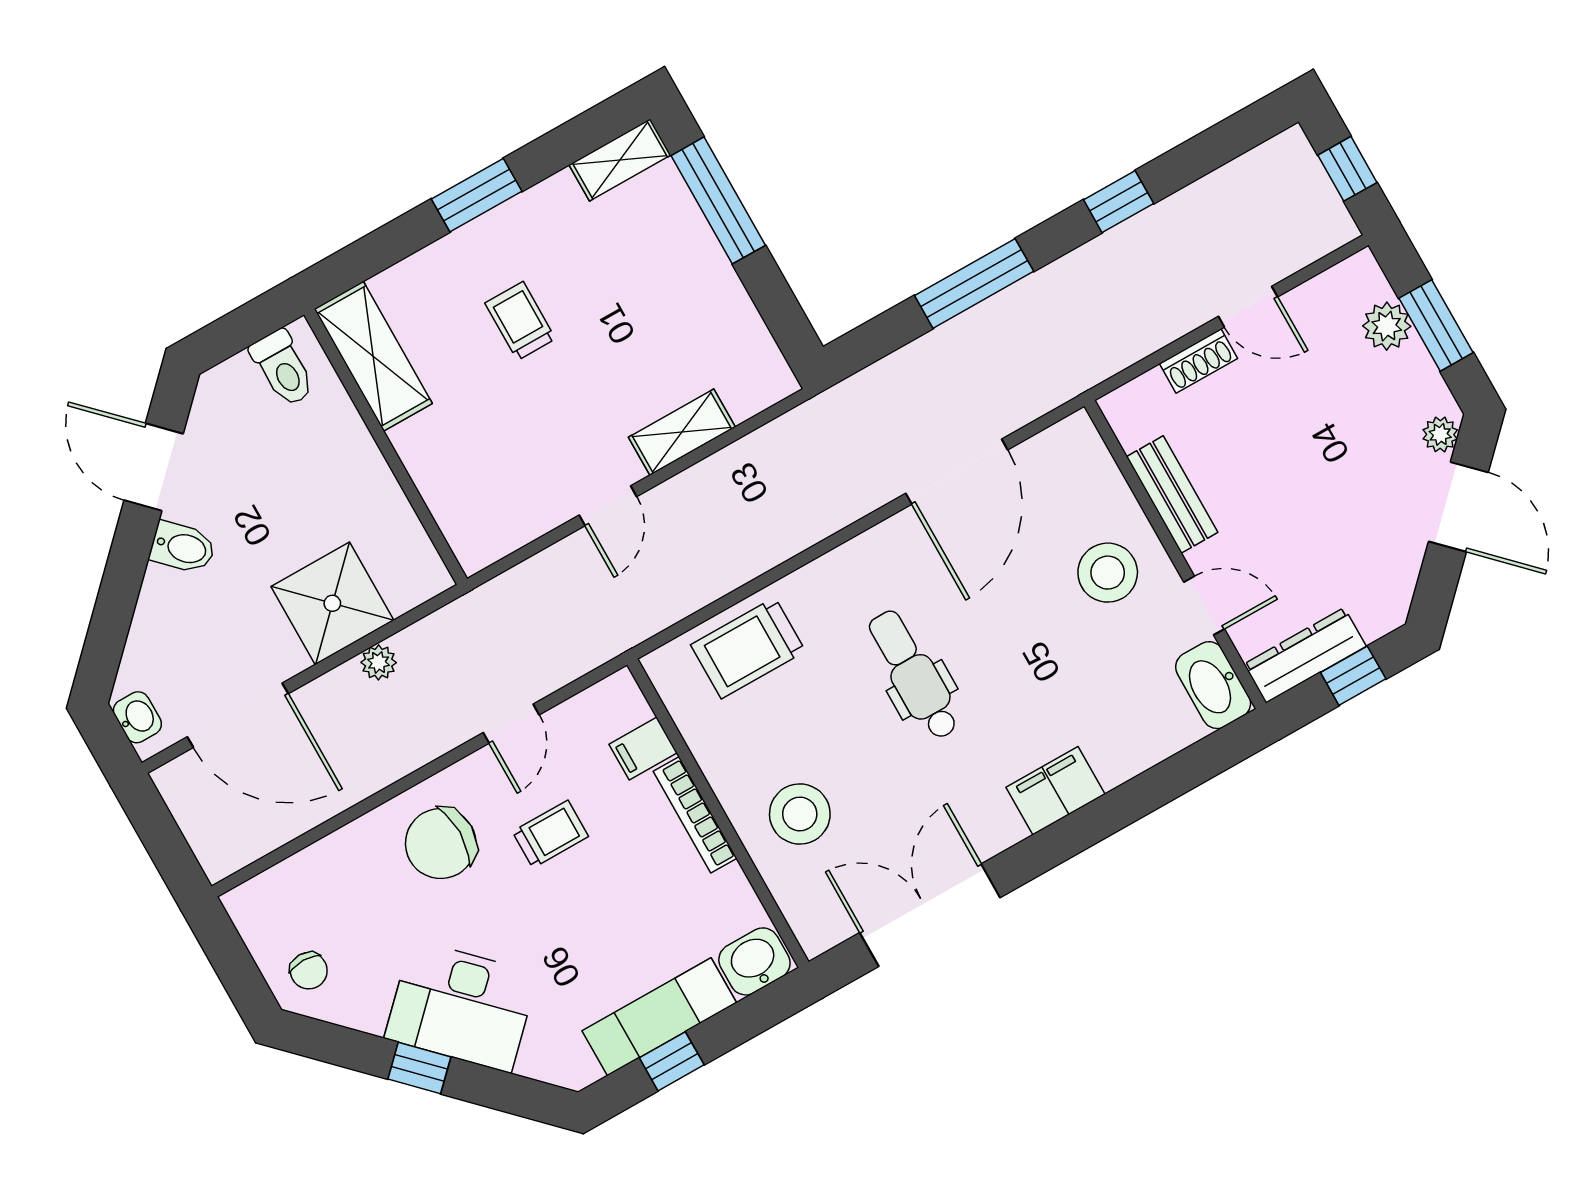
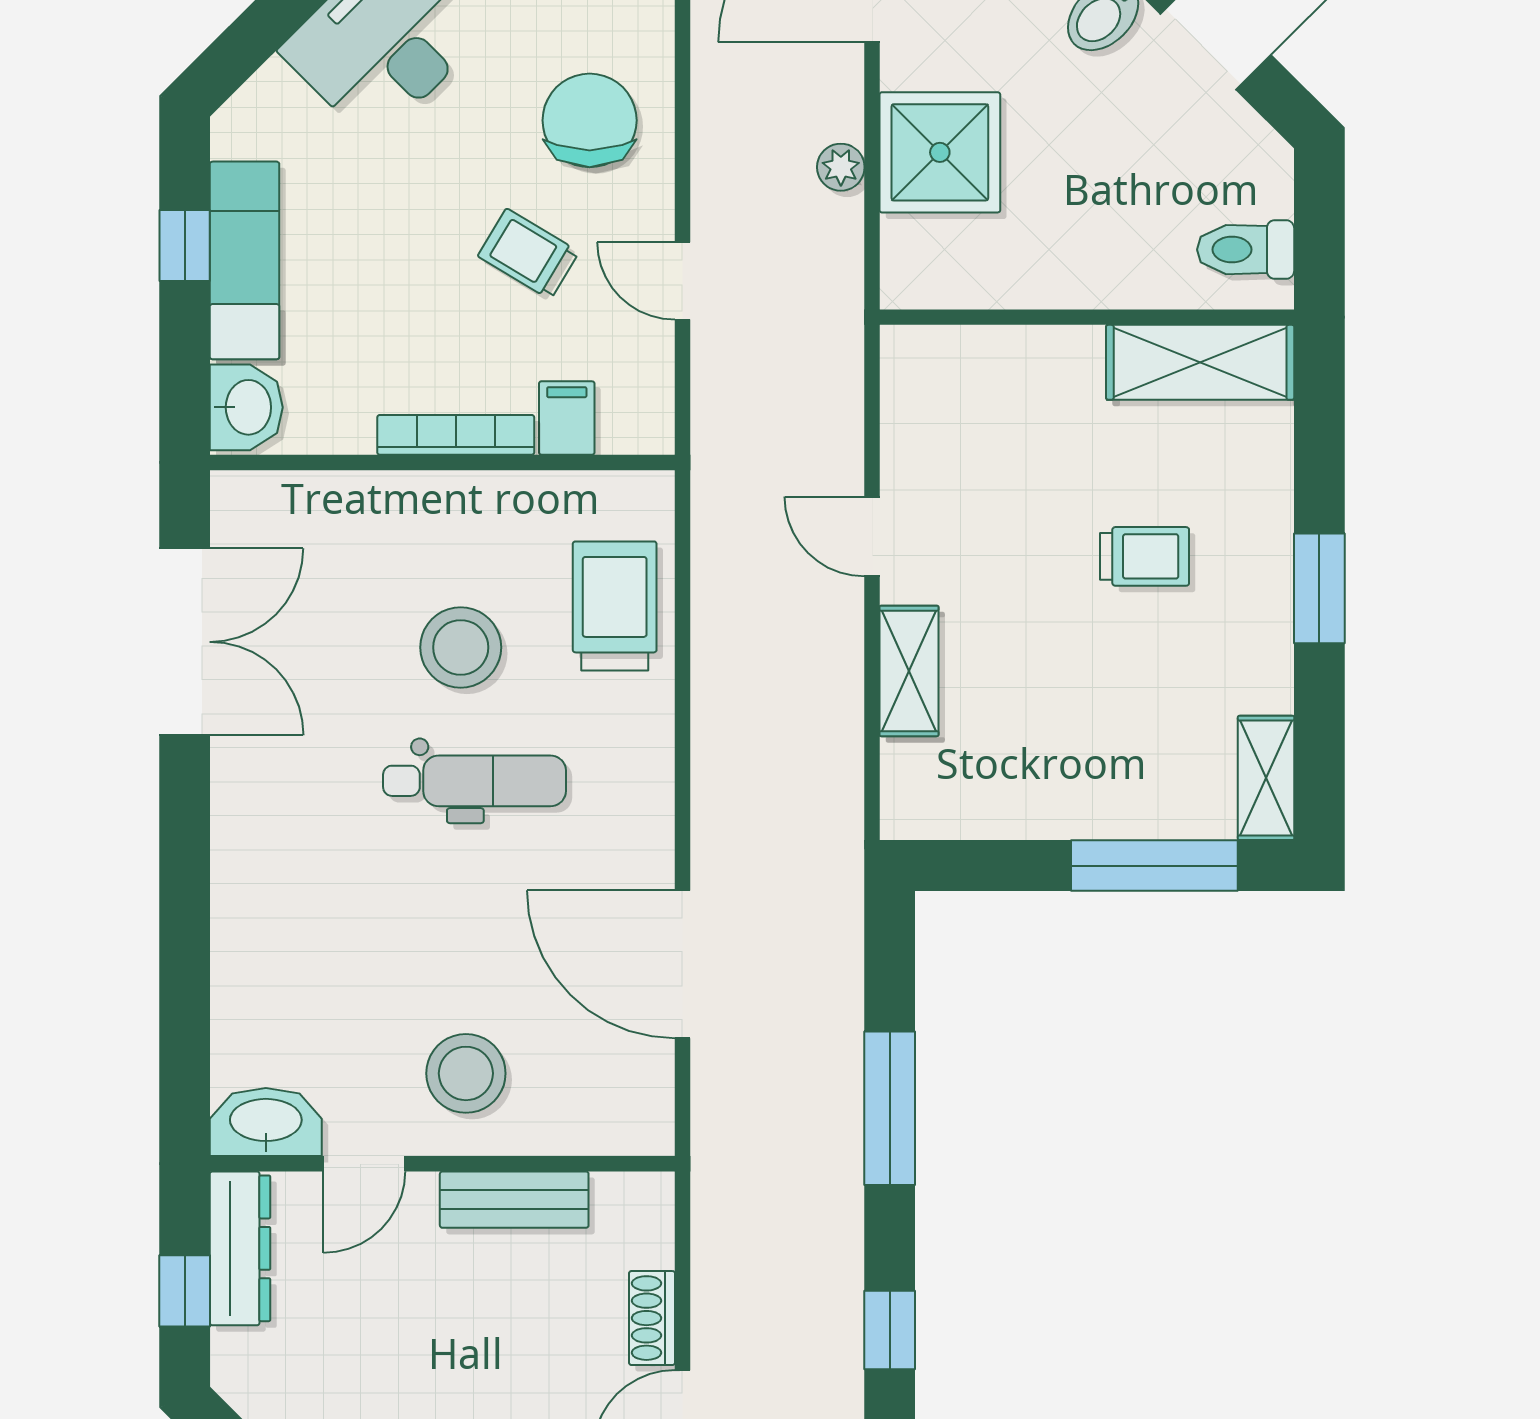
filing cabinet: (1055, 791) -> (247, 869), removed
stool: (800, 814) -> (461, 647), moved
trolley: (550, 834) -> (528, 254), turned 121

